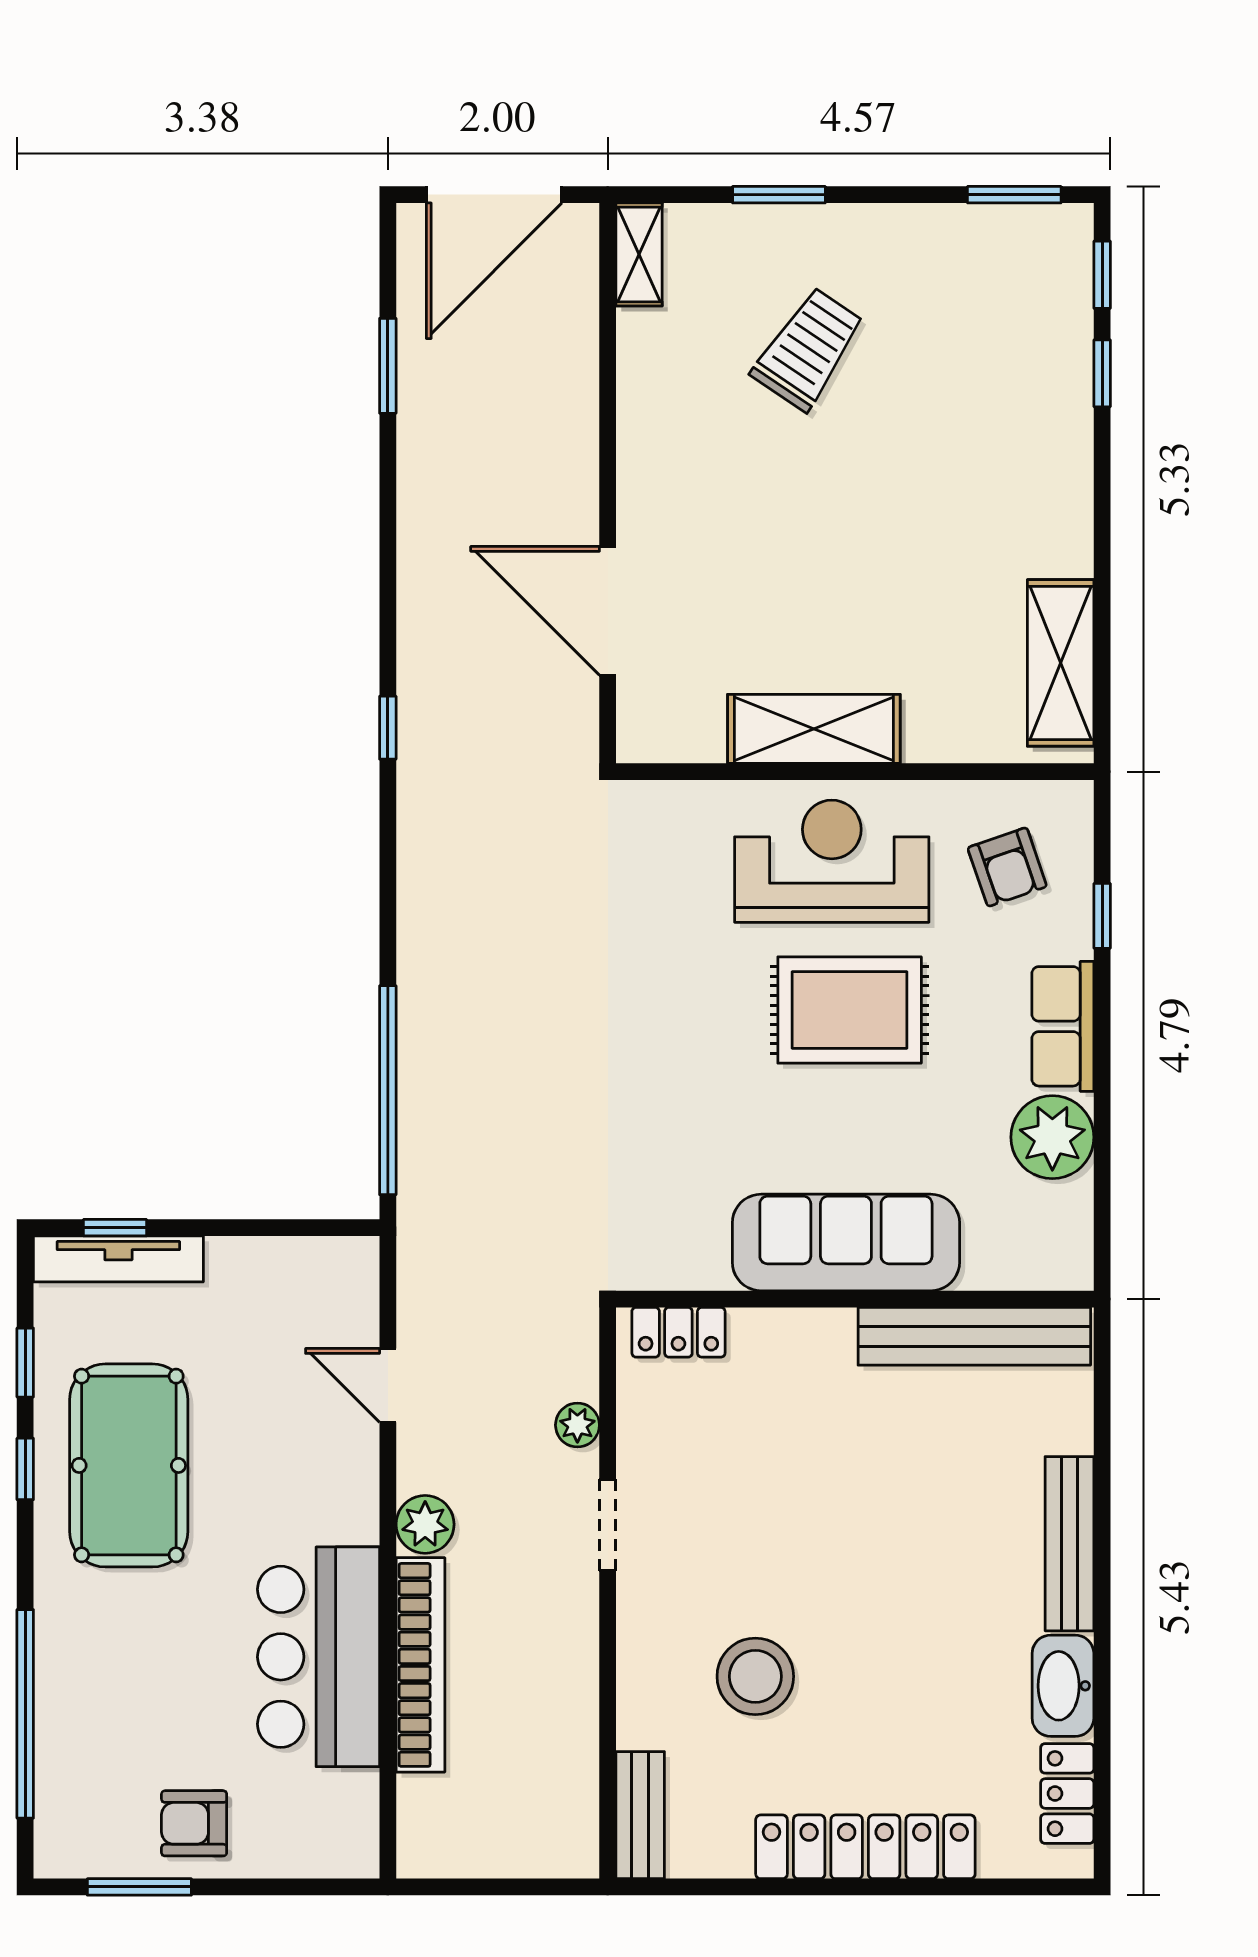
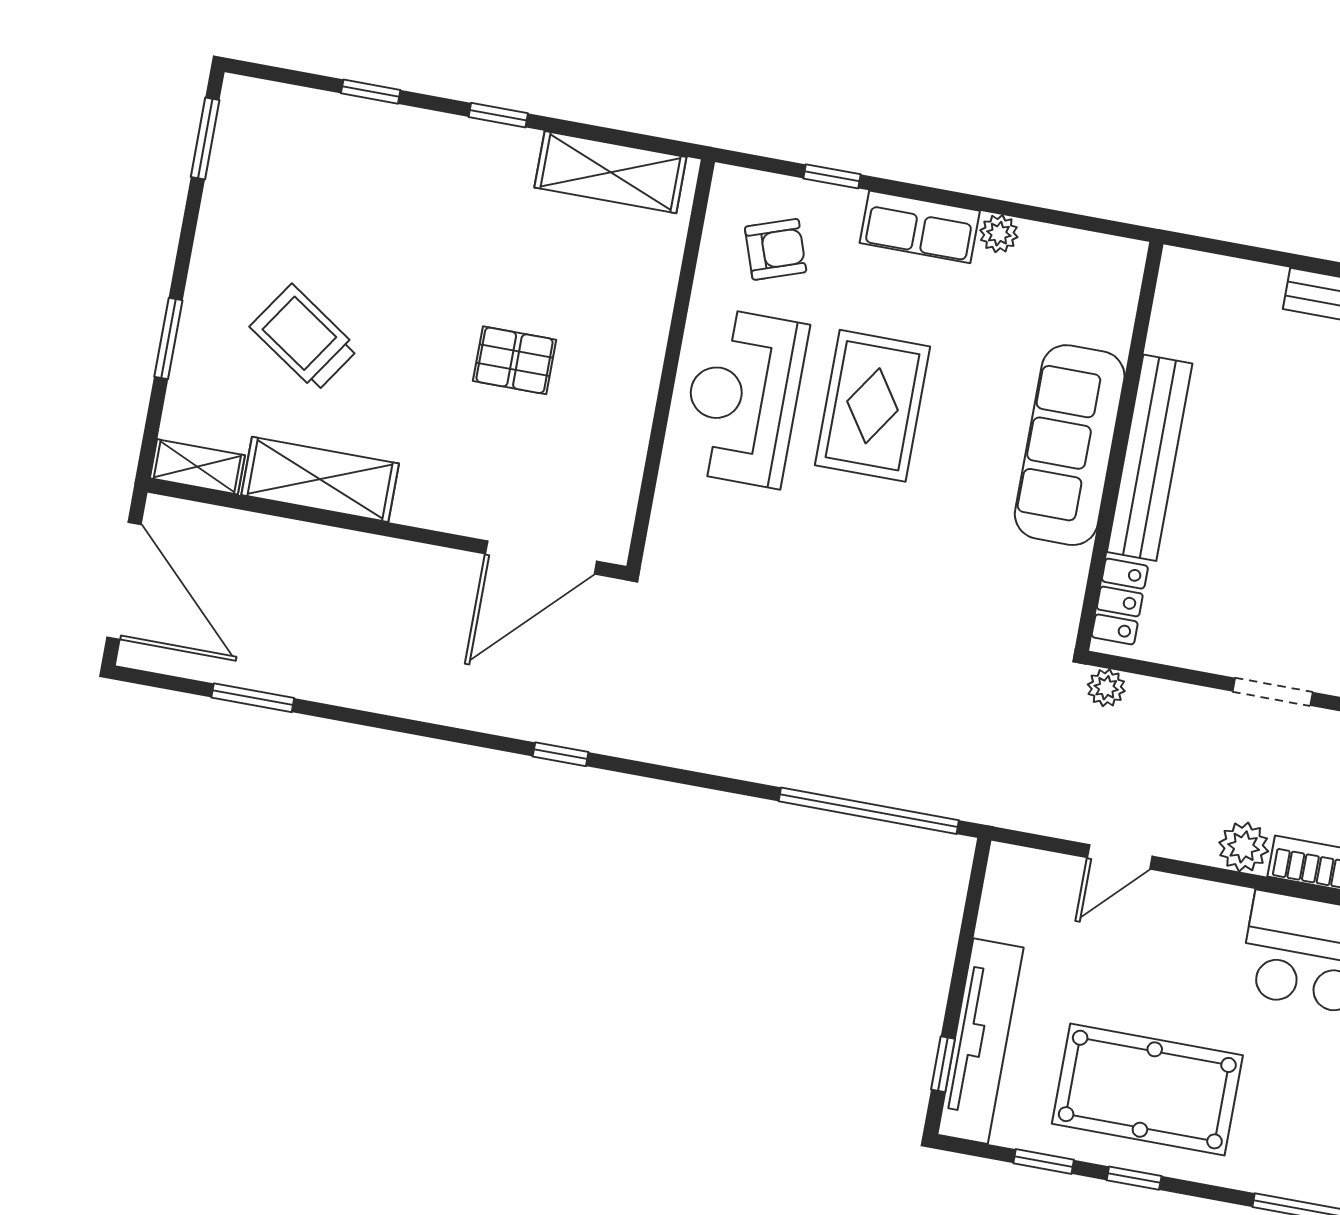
window: (1102, 275) -> (498, 115), moved
pallet: (826, 593) -> (515, 360), added
door: (608, 611) -> (541, 557), moved
shelving: (814, 729) -> (320, 479), moved, turned 90
plant: (1052, 1137) -> (999, 234), width x0.53, depth x0.53
tv unit: (118, 1259) -> (980, 1041), width x1.36, depth x1.29
bench: (974, 1336) -> (1150, 458), moved
plant: (577, 1425) -> (1106, 688), moved

